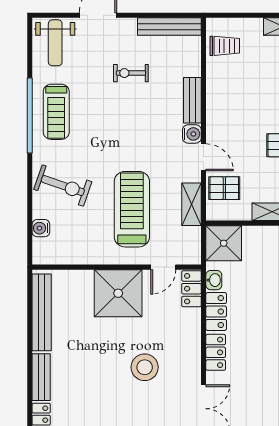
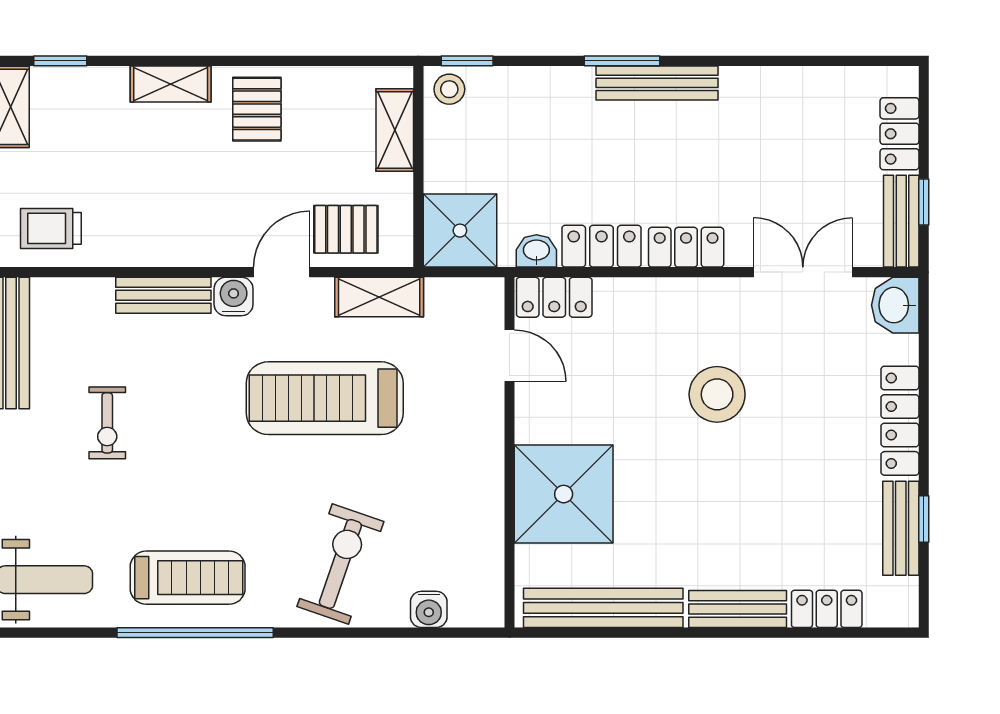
trolley: (225, 46) -> (51, 228), turned -90
pallet: (224, 188) -> (346, 229), turned 90
treadmill: (132, 209) -> (325, 398), moved
shower: (118, 293) -> (564, 494), moved

